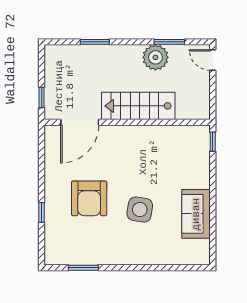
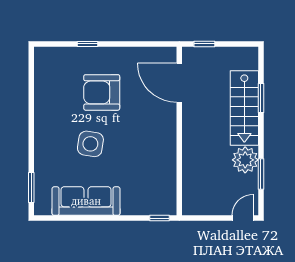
stairs: (138, 106) -> (244, 108), moved, turned 180
sofa: (196, 214) -> (86, 201), width x1.36
window: (83, 268) -> (31, 187), moved

